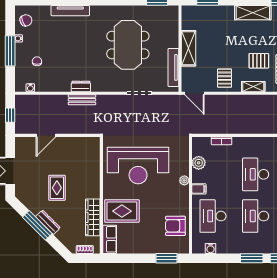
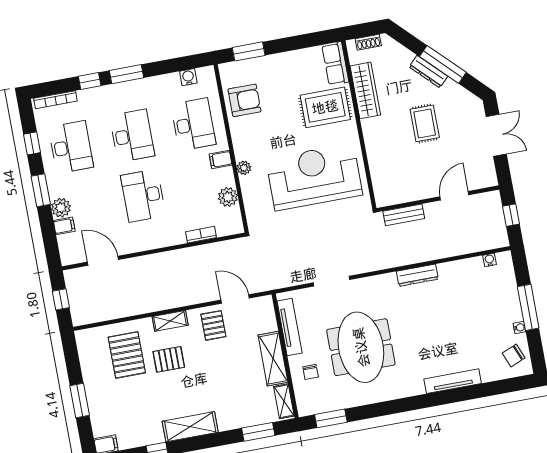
shelving: (186, 18) -> (284, 401), added
chair: (37, 61) -> (311, 372), moved
dresser: (81, 86) -> (417, 275), width x1.44
door: (194, 93) -> (235, 299), moved
bench: (82, 100) -> (404, 215), moved
desk: (256, 174) -> (143, 196), turned 180

